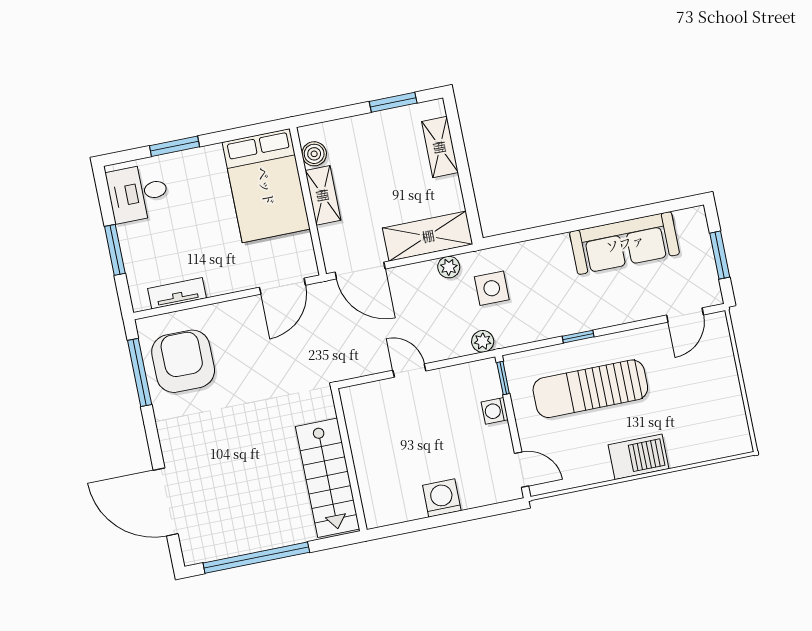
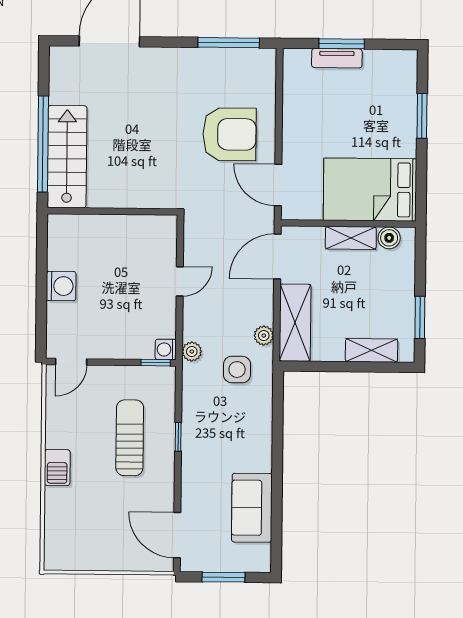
desk: (138, 193) -> (388, 75), removed
sofa: (625, 243) -> (252, 508), width x0.73
tv unit: (177, 293) -> (337, 58), moved, turned 90
door: (685, 315) -> (177, 535), width x1.38
armchair: (183, 361) -> (229, 134), moved
sun lounger: (590, 389) -> (130, 438), width x0.73, depth x0.75
washing machine: (495, 411) -> (166, 349), moved, turned -90
barbecue: (639, 457) -> (57, 468), width x0.73, depth x0.79
stairs: (328, 478) -> (67, 157), moved, turned 90
window: (256, 558) -> (43, 144), moved

